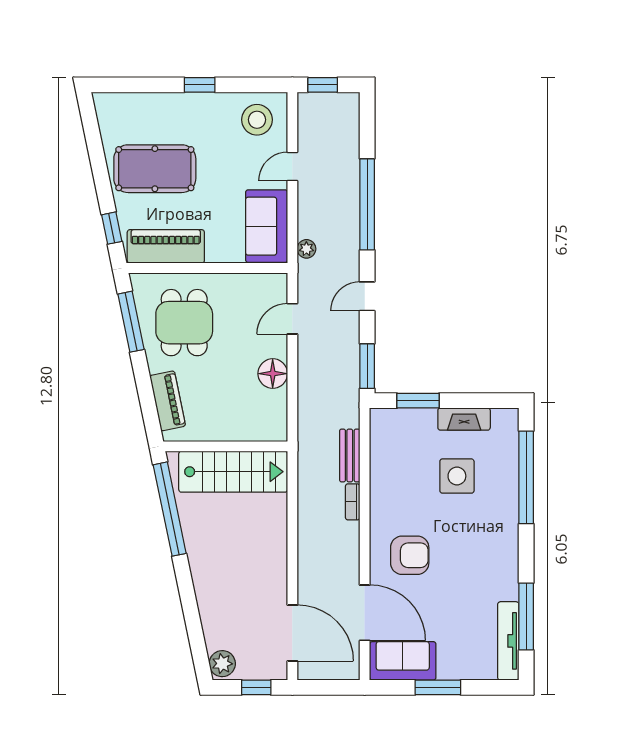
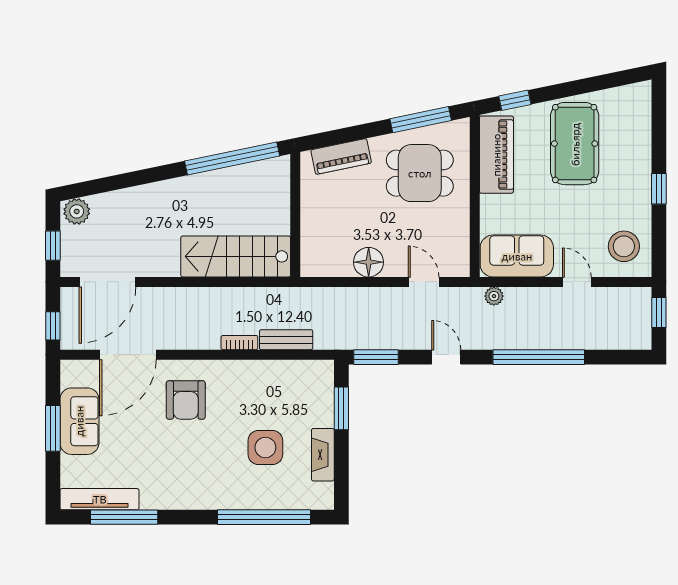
stairs: (233, 472) -> (236, 256), moved, turned 90
sofa: (403, 661) -> (79, 421), moved
window: (336, 687) -> (53, 326), added

